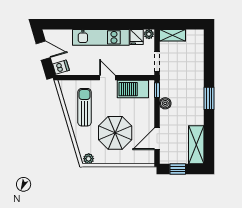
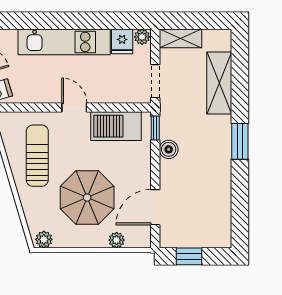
shelving: (196, 145) -> (219, 83), moved
plant: (133, 159) -> (117, 240), added

